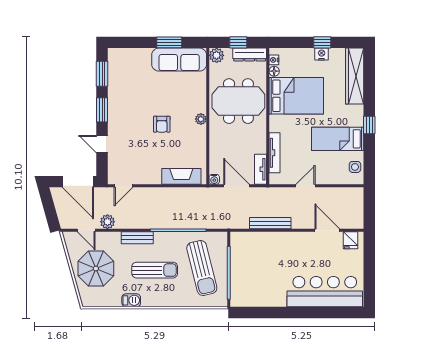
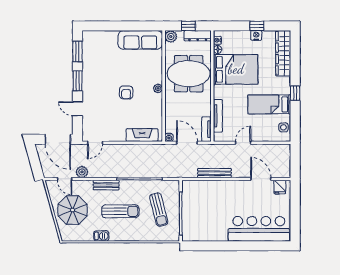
window: (169, 42) -> (132, 26), removed
sun lounger: (202, 268) -> (159, 210), width x0.73, depth x0.75

